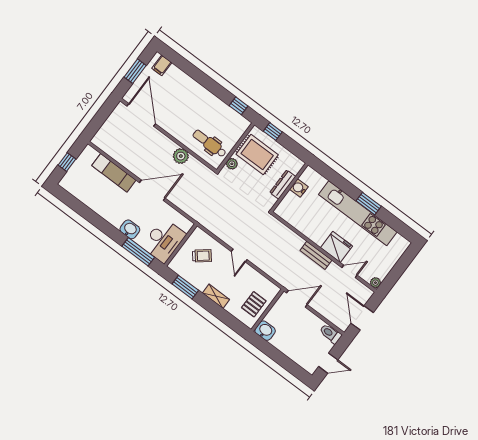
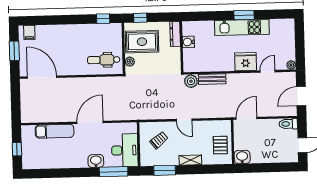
plant: (181, 156) -> (191, 81), moved
dresser: (283, 185) -> (175, 34), moved
kitchen unit: (358, 213) -> (242, 27), width x0.73
bench: (316, 255) -> (212, 79), moved
door: (362, 318) -> (301, 96), hinge flipped

